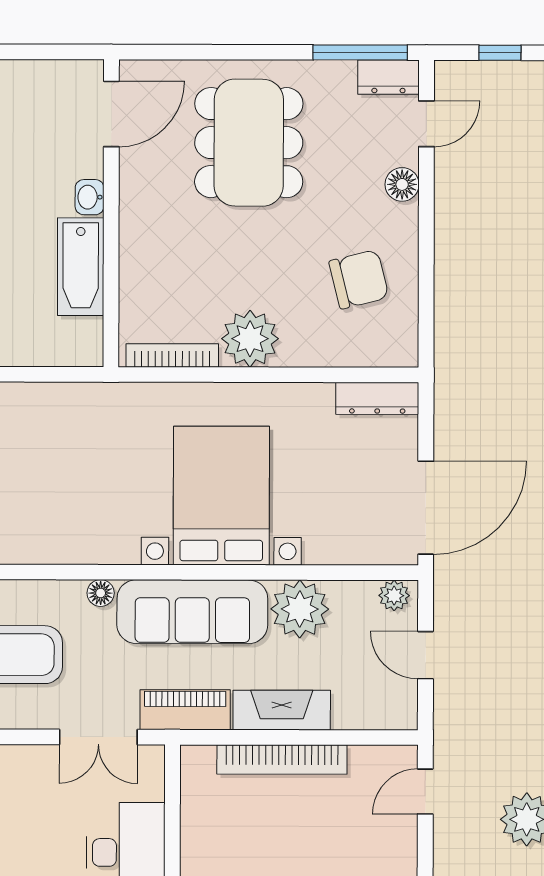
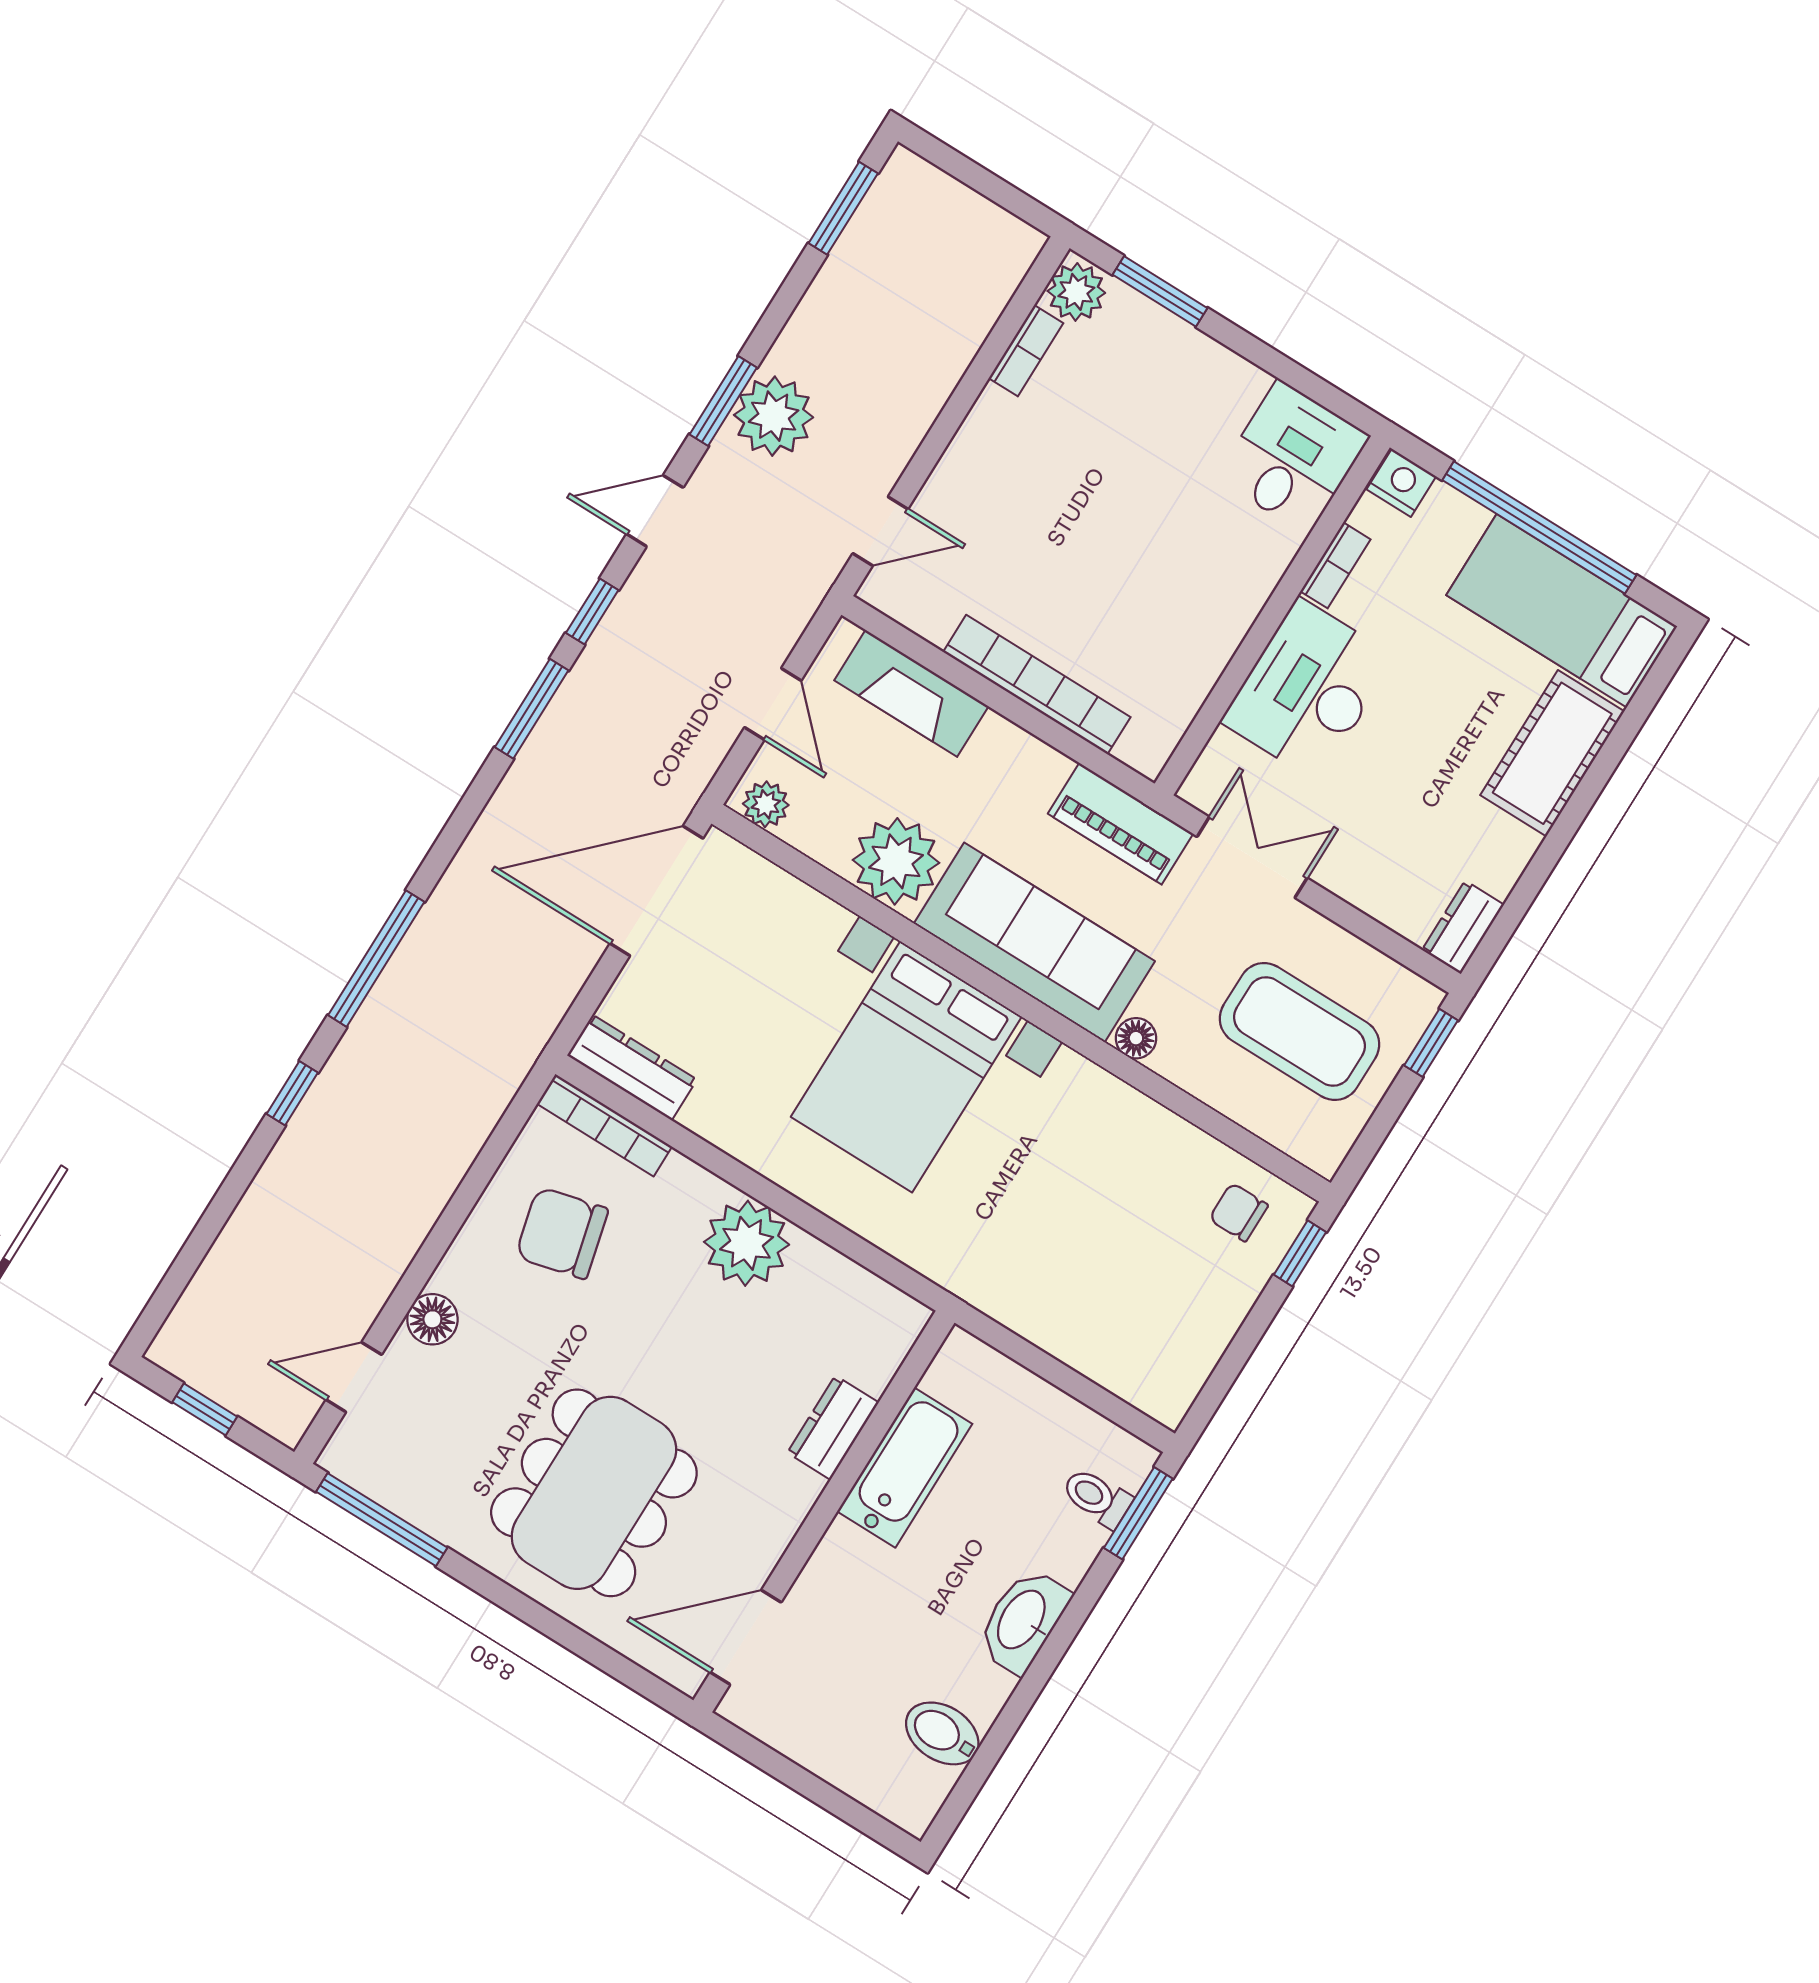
dresser: (389, 77) -> (833, 1428), moved, turned -90
washbasin: (90, 197) -> (839, 1549), removed
bookcase: (172, 355) -> (605, 1125), moved
fireplace: (282, 710) -> (911, 693), moved

